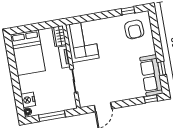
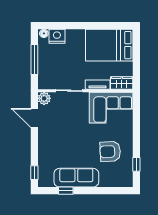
armchair: (134, 29) -> (110, 152), moved
sofa: (151, 75) -> (76, 178), moved
plant: (84, 101) -> (44, 98), added

